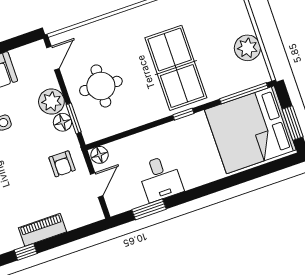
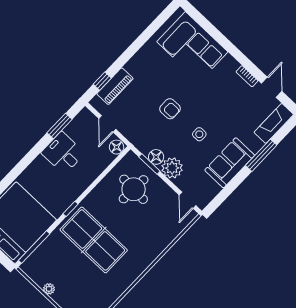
plant: (247, 48) -> (49, 289), width x0.53, depth x0.53
round table: (101, 86) -> (134, 189), moved
armchair: (62, 164) -> (170, 109), moved, turned 180
piano: (42, 230) -> (115, 86), moved
window: (26, 252) -> (102, 81), moved

